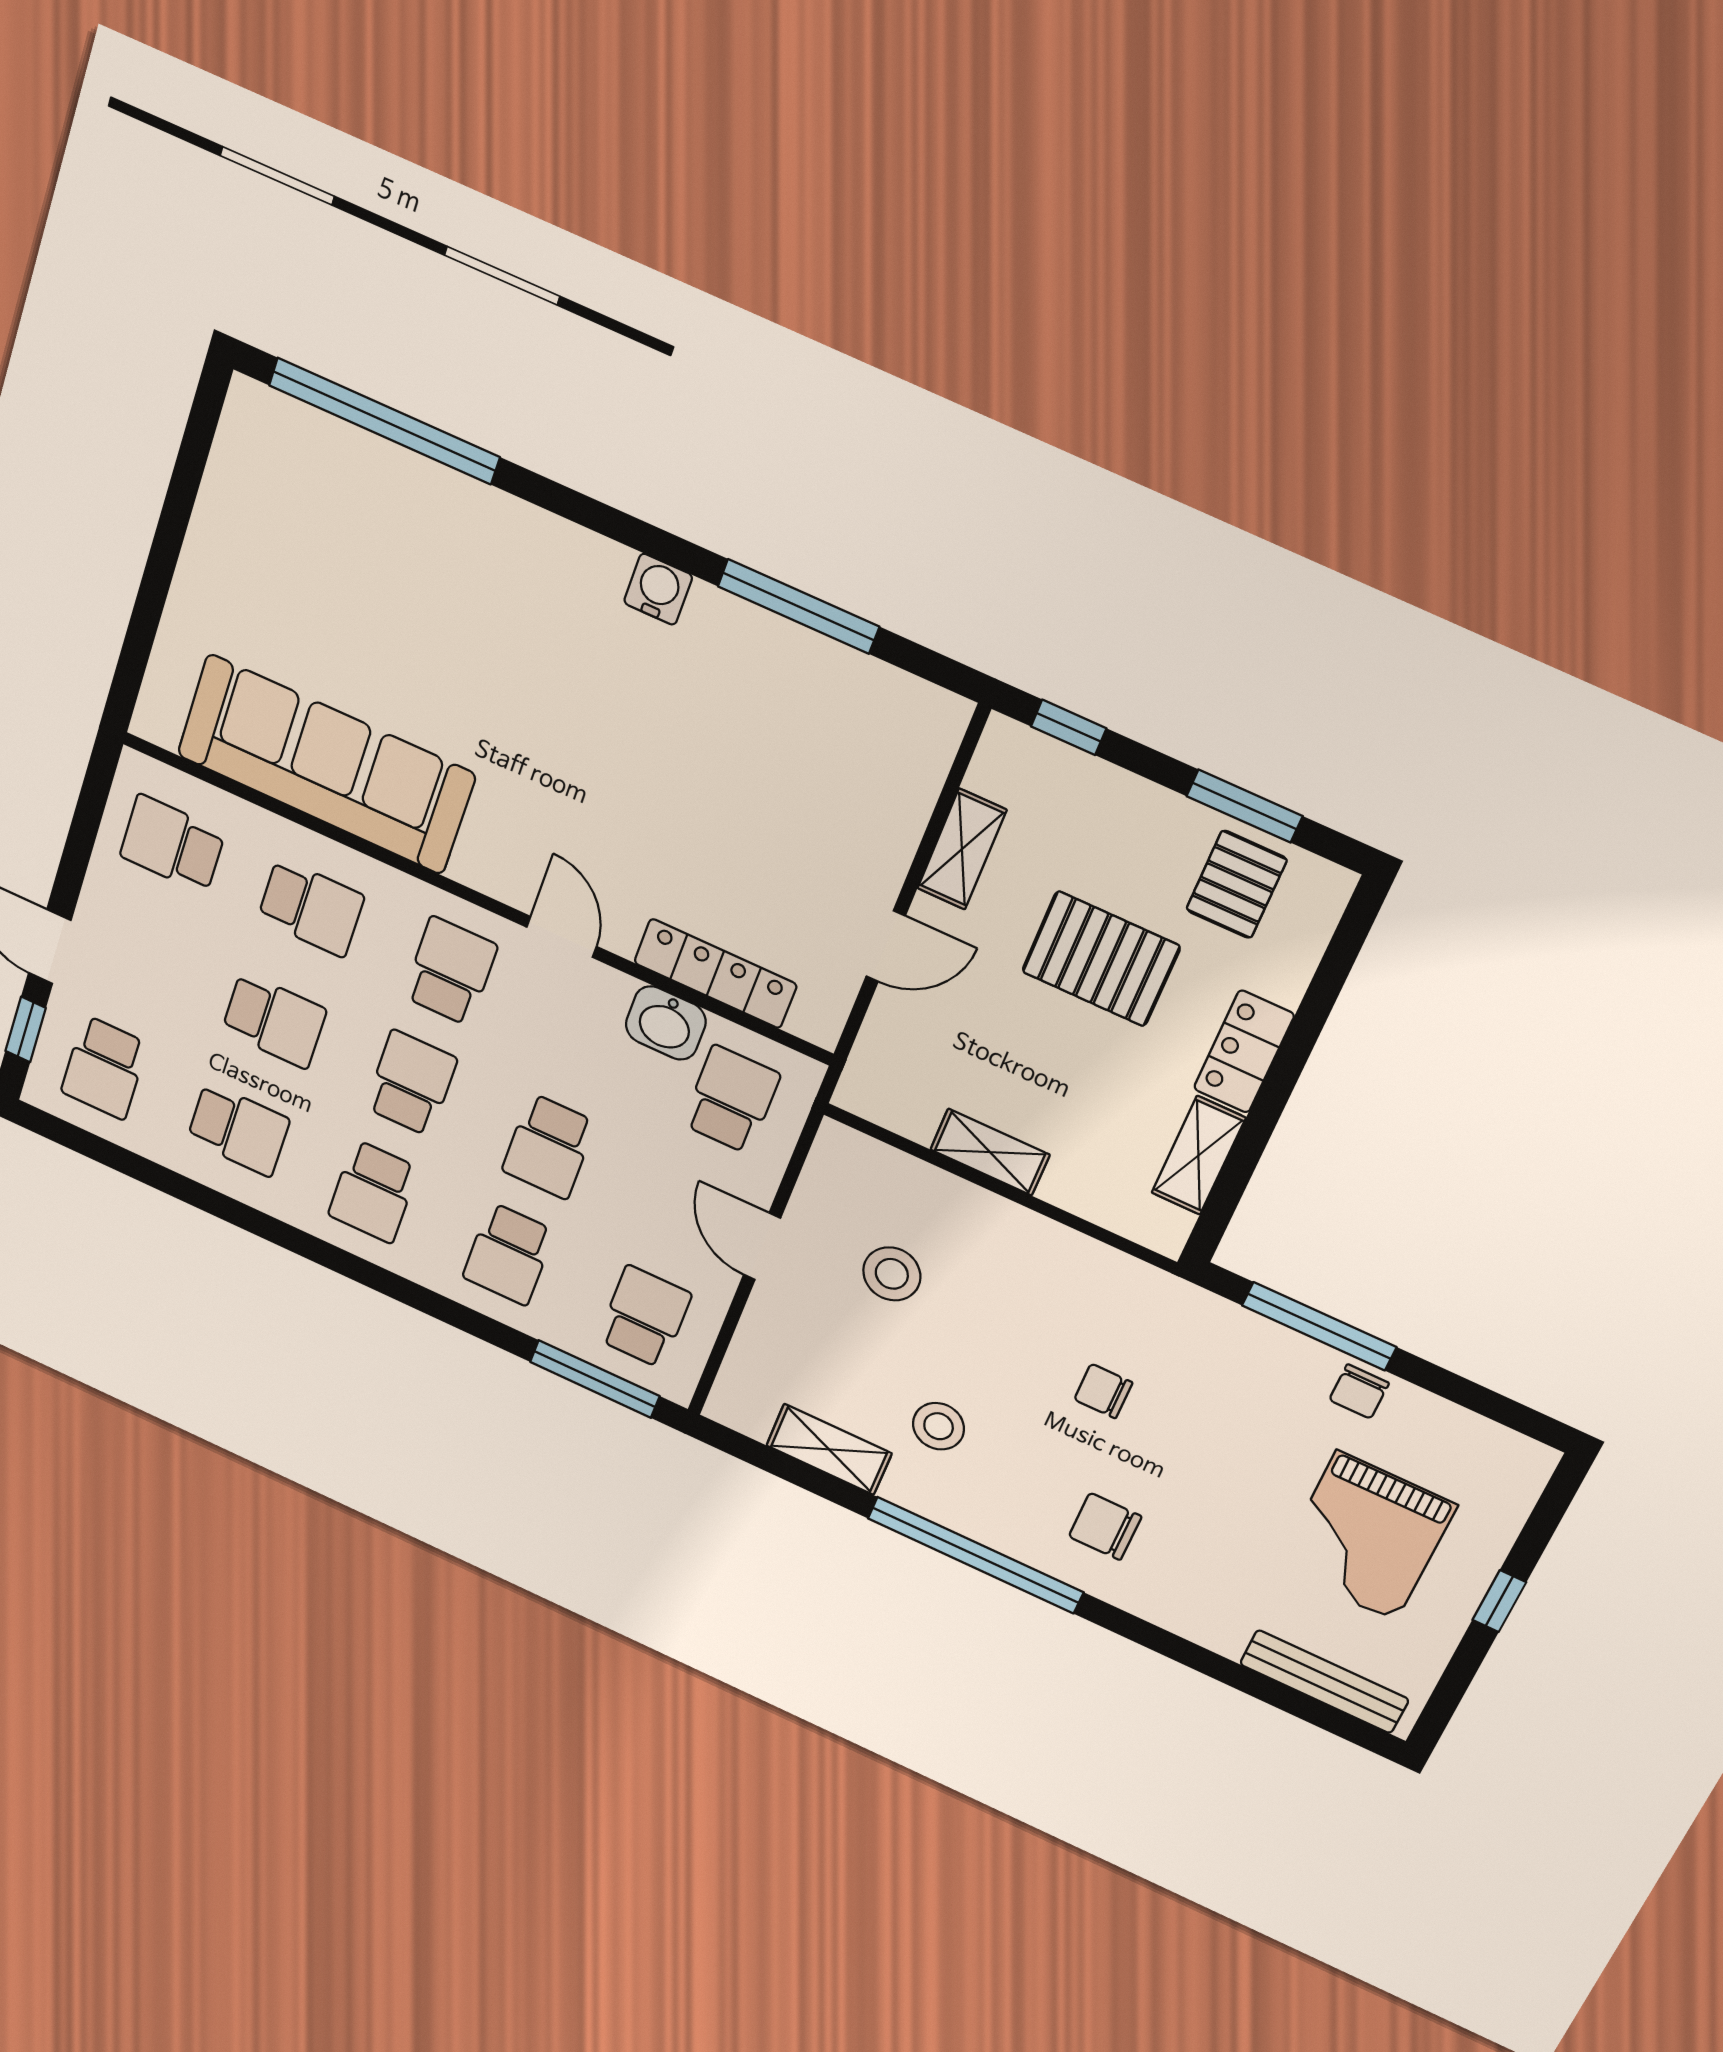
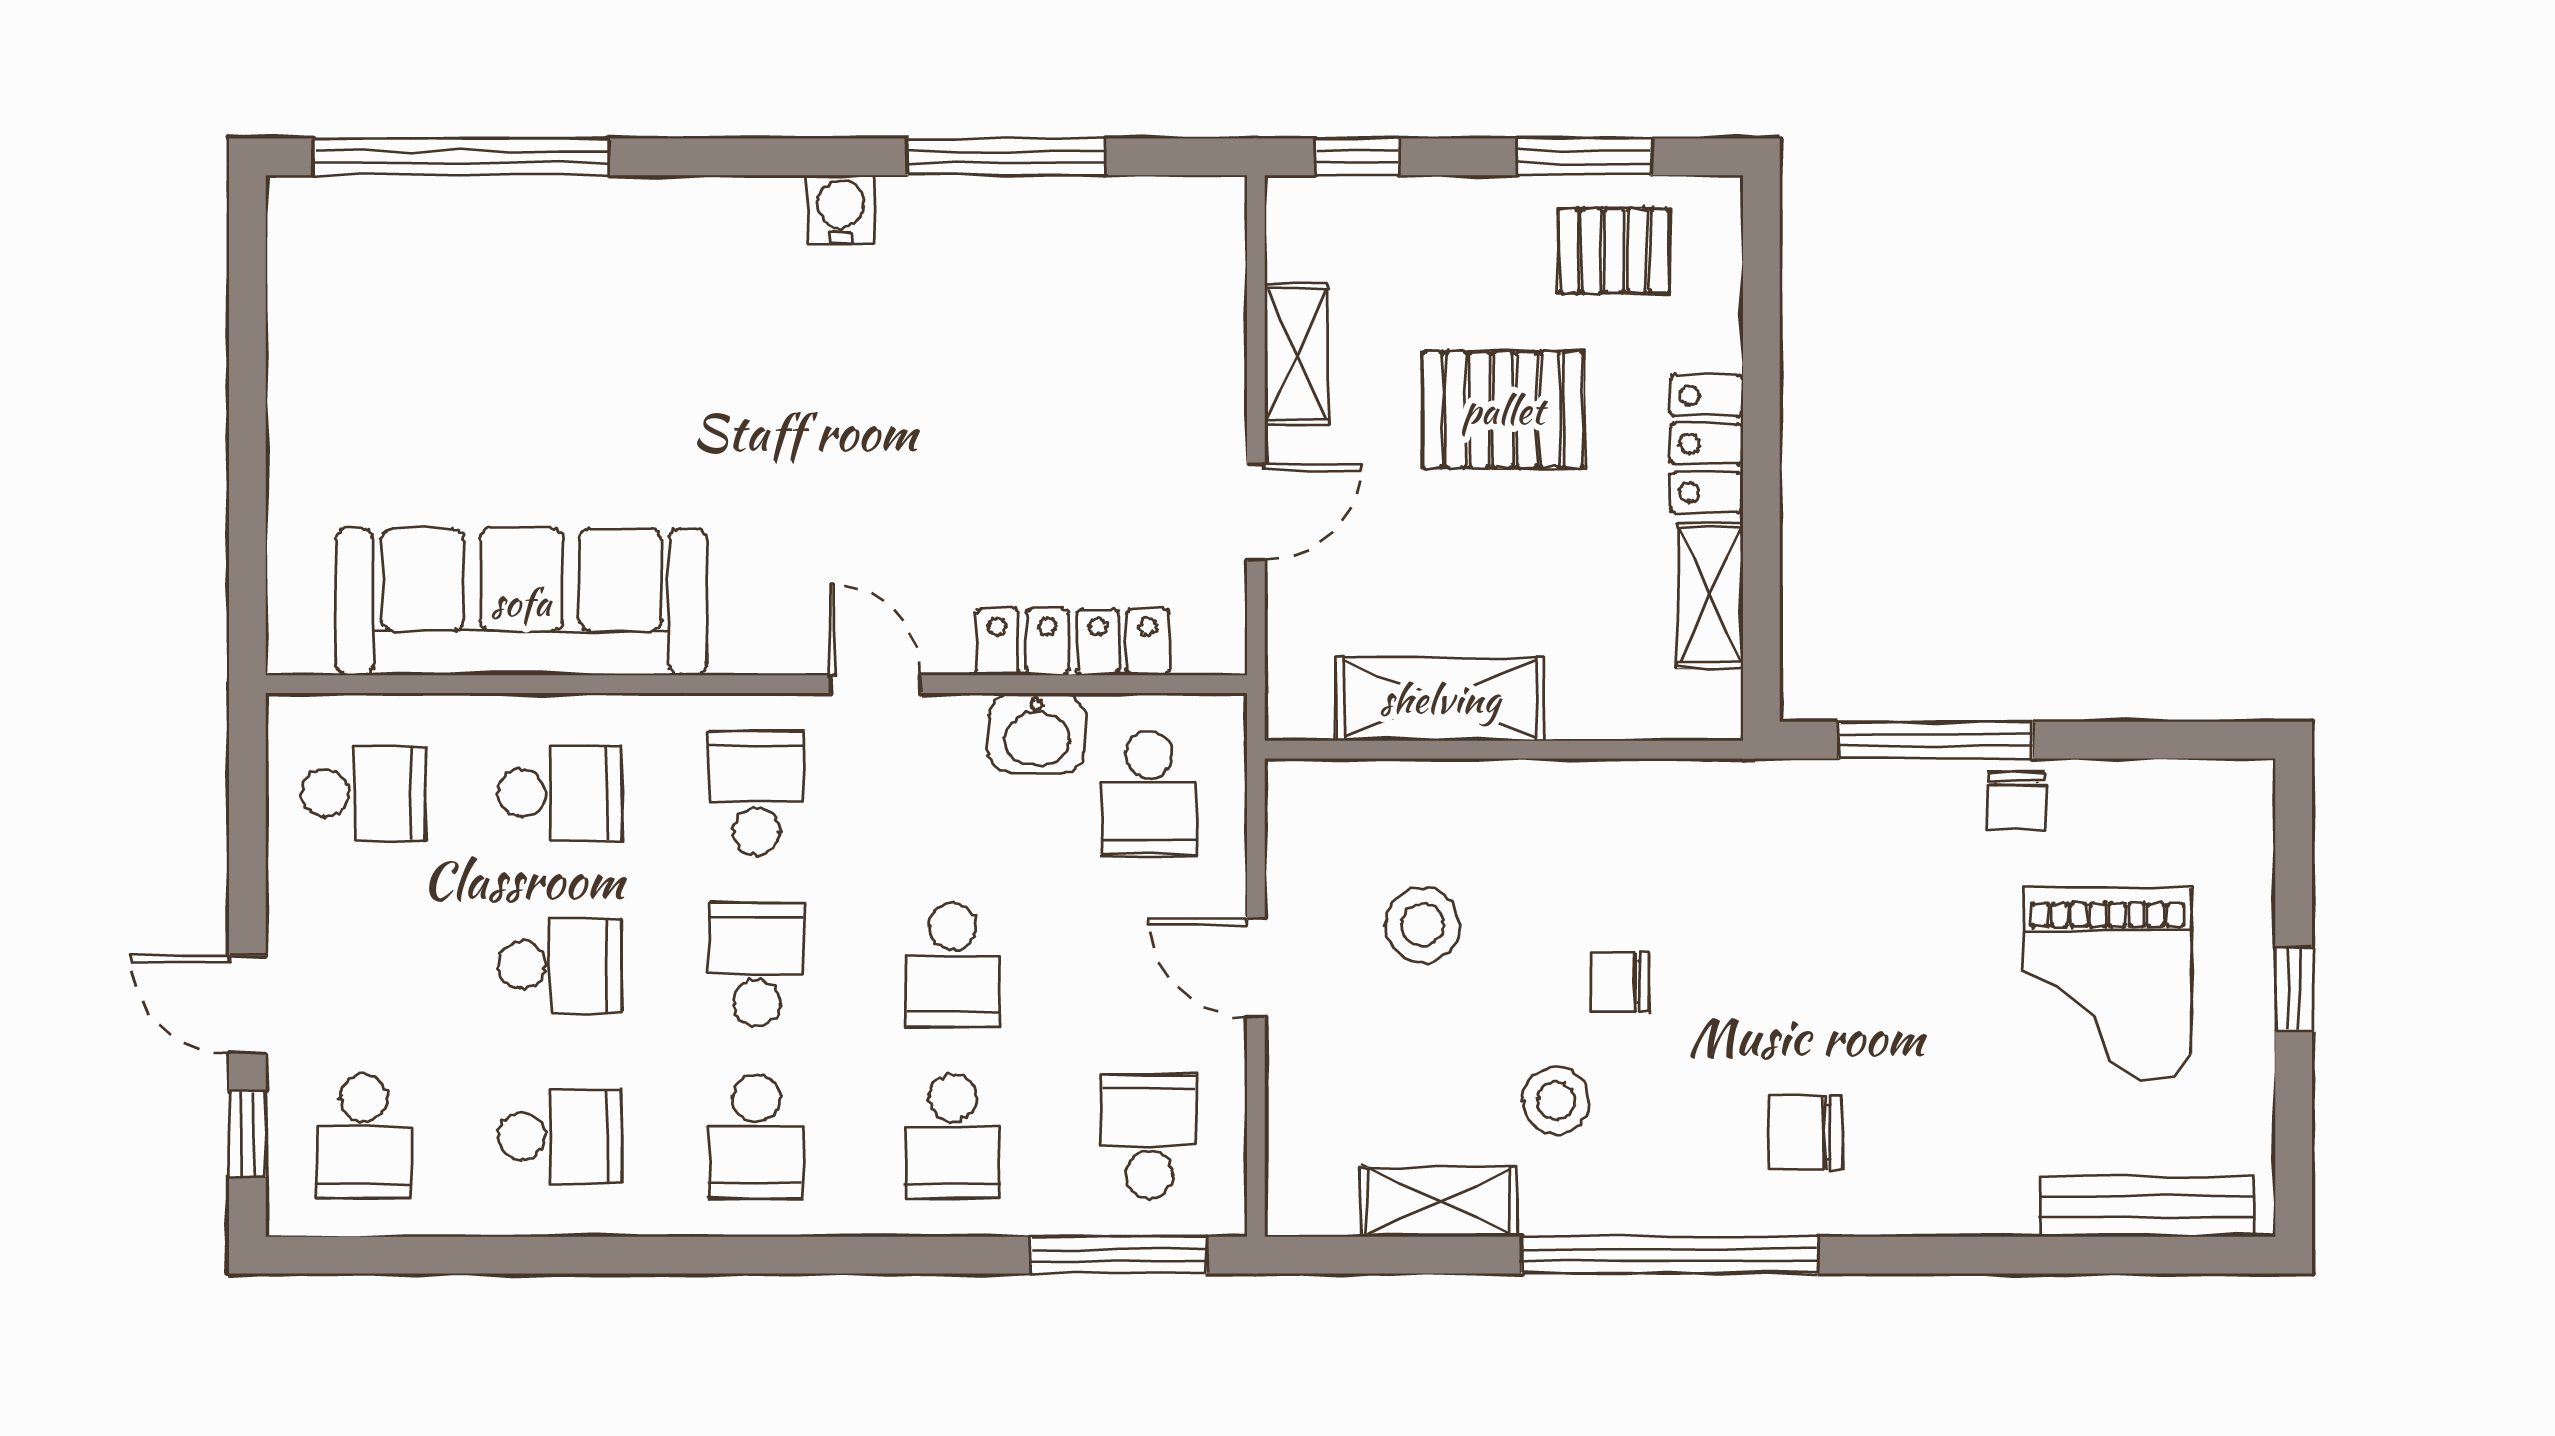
school desk: (172, 844) -> (364, 793), turned 180
pallet: (1237, 884) -> (1614, 251), turned 90
school desk: (731, 1099) -> (1149, 793), turned 180
shelving: (990, 1152) -> (1440, 699), width x1.50, depth x1.33
chair: (1103, 1391) -> (1620, 982), moved

